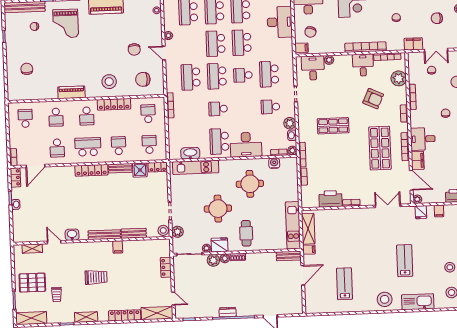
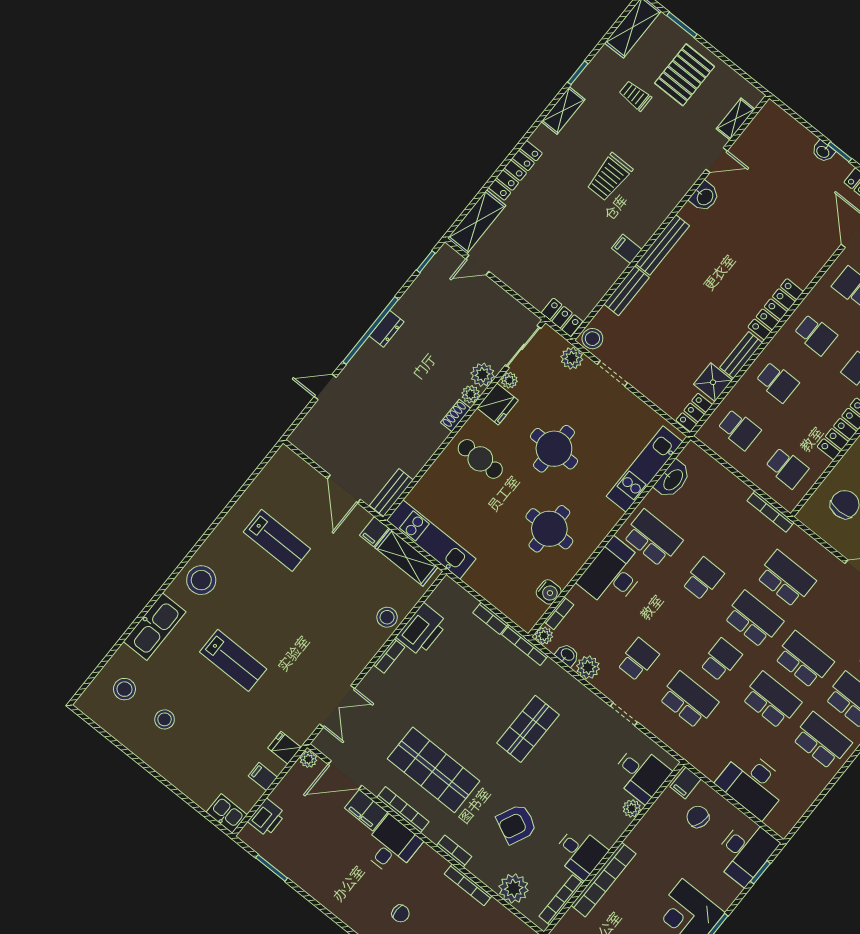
school desk: (88, 147) -> (815, 335), width x0.54
stool: (337, 216) -> (387, 617), added
locker: (166, 267) -> (562, 317), moved

